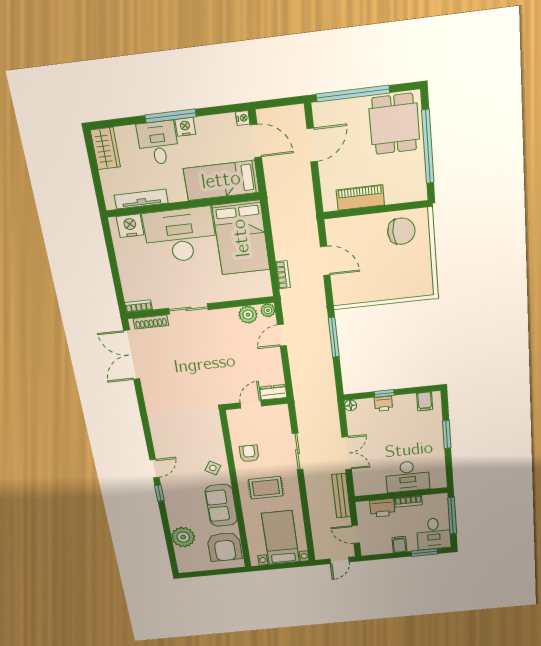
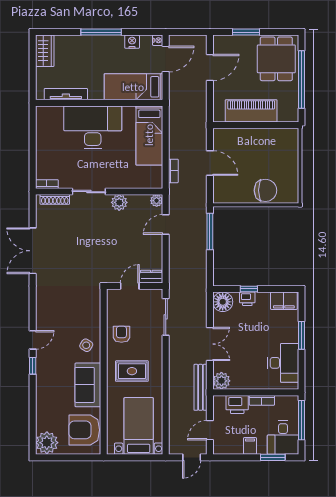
window: (353, 93) -> (246, 32), width x0.47
nightstand: (185, 127) -> (132, 42), moved
door: (256, 141) -> (166, 59), hinge flipped
desk: (158, 143) -> (88, 51), removed
piano: (360, 197) -> (251, 111), width x1.37, depth x1.33
nightstand: (130, 226) -> (53, 115), removed
chair: (401, 231) -> (265, 190), moved
bed: (241, 238) -> (149, 135), width x0.67
plant: (248, 315) -> (119, 202), moved
double door: (132, 355) -> (33, 251), moved
filing cabinet: (425, 401) -> (284, 301), width x2.00
floor lamp: (351, 405) -> (223, 302), width x1.89, depth x1.89
sliding door: (298, 452) -> (166, 317), moved
desk: (407, 476) -> (283, 363), moved, turned -90
plant: (363, 487) -> (221, 381), added
door: (356, 534) -> (210, 430), hinge flipped
plant: (183, 537) -> (47, 443), moved
armchair: (225, 547) -> (84, 430), turned 90

